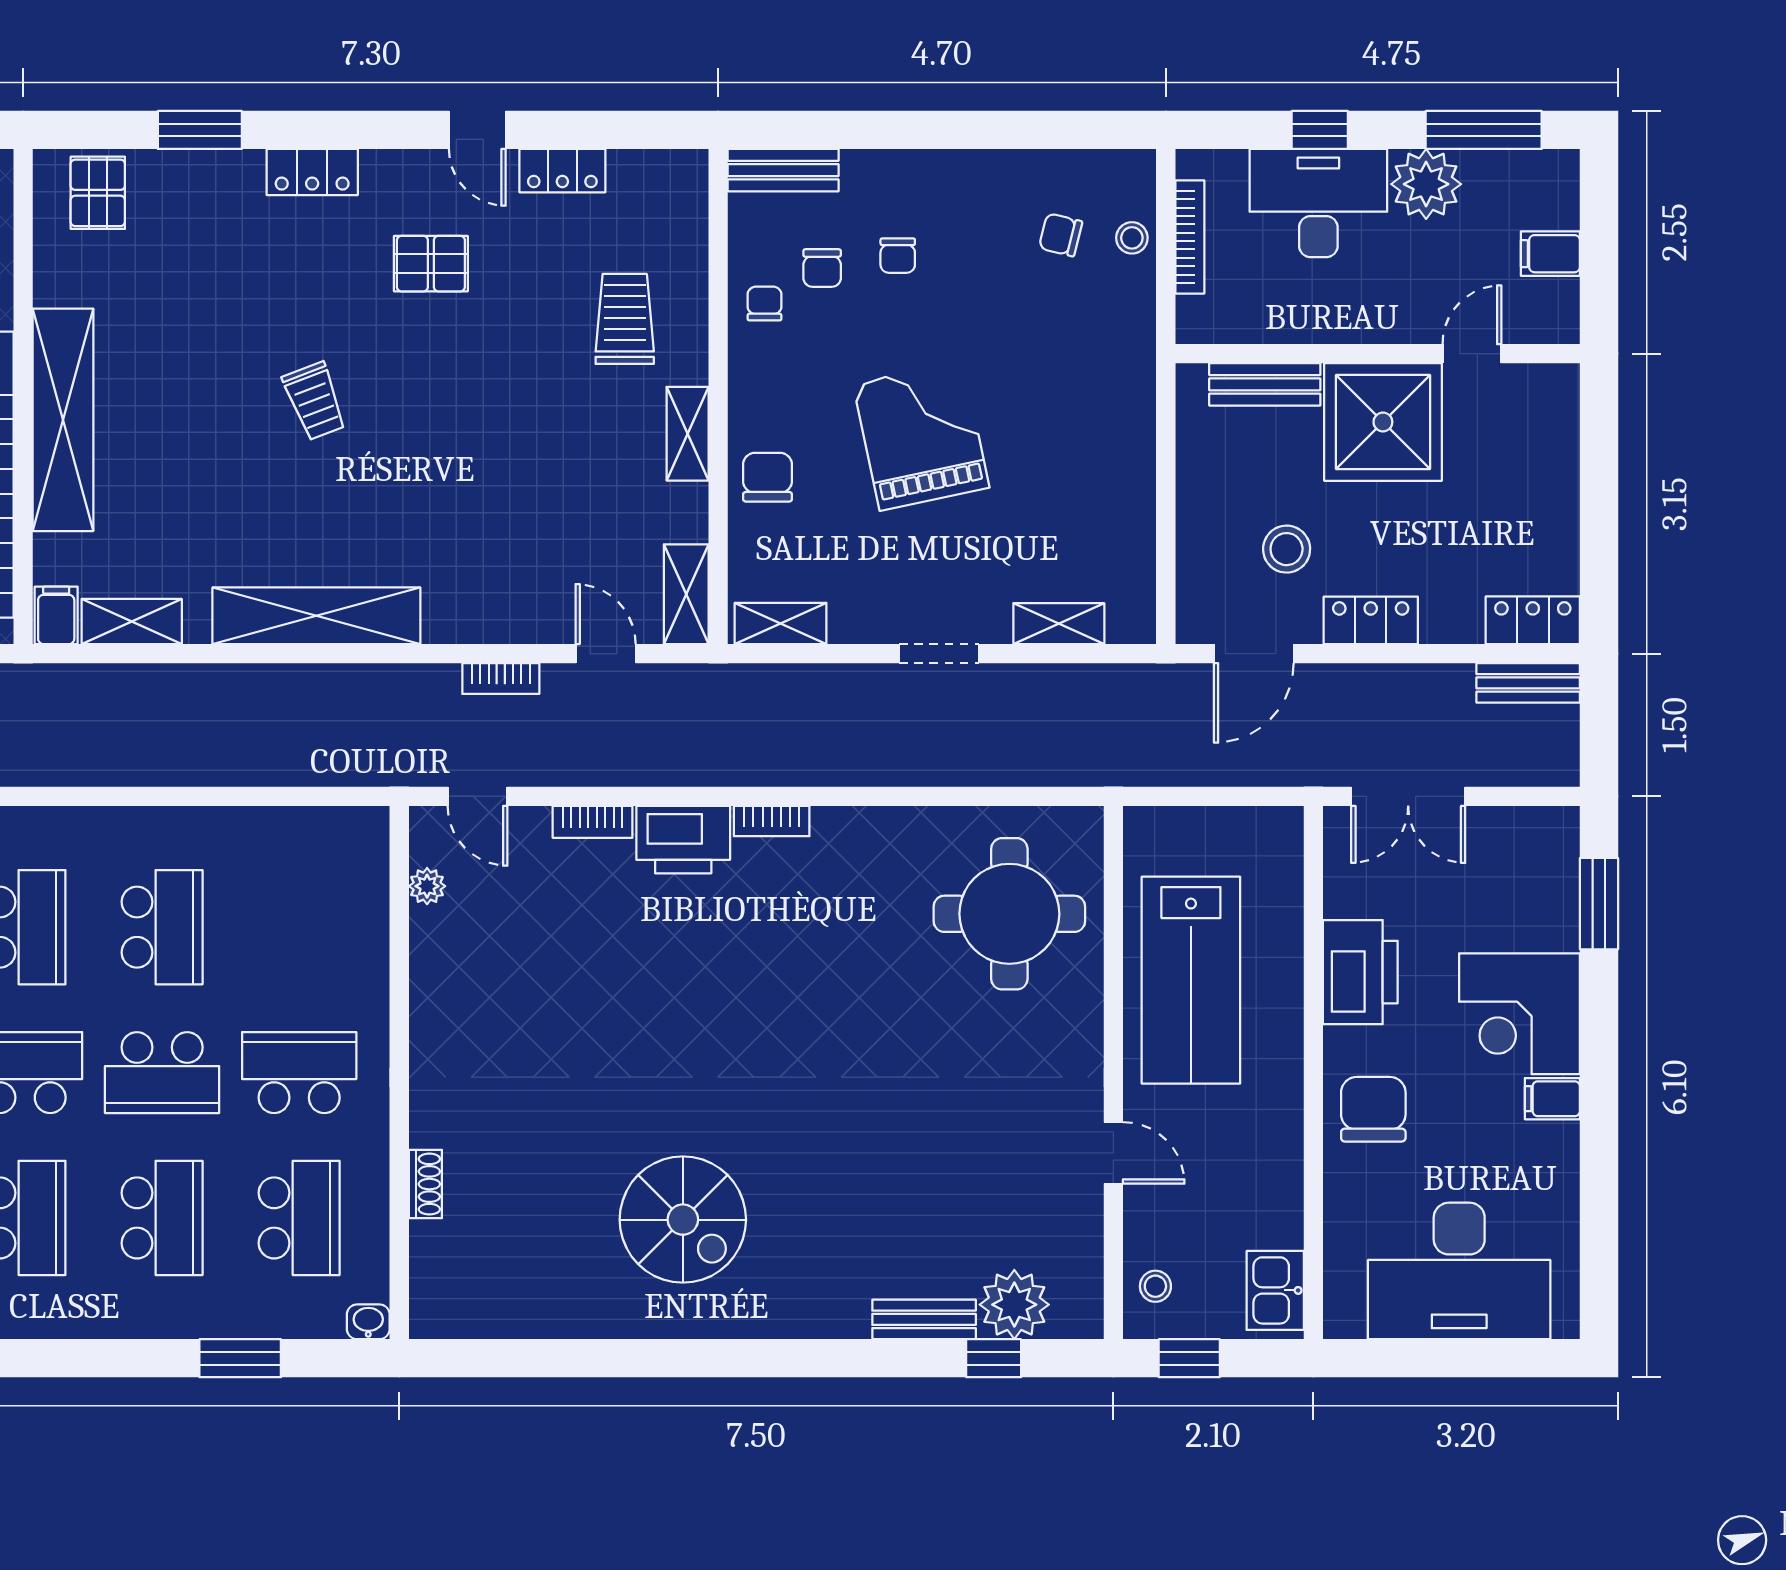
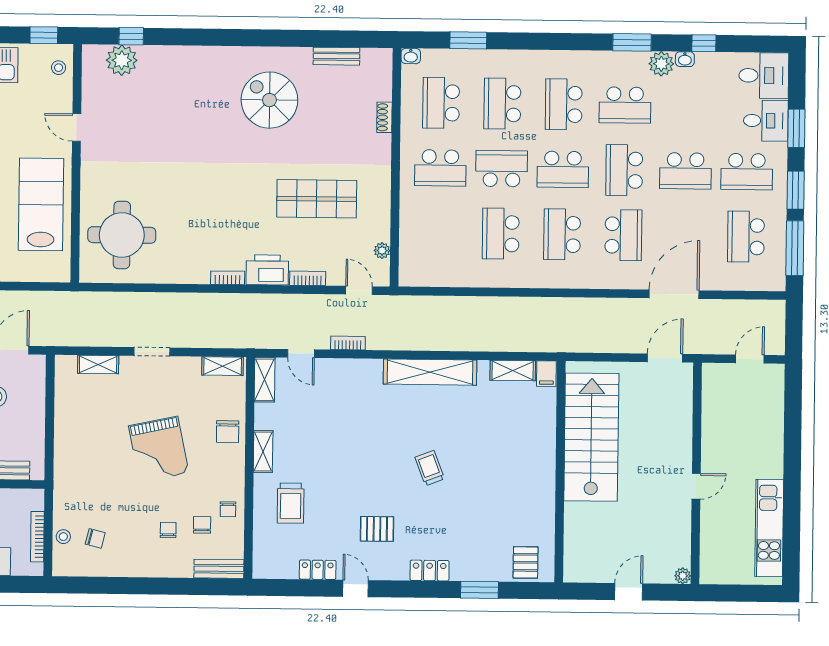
shelving: (63, 420) -> (542, 461), removed
shop shelf: (575, 1000) -> (317, 199), added
bench: (924, 1319) -> (336, 56), moved

